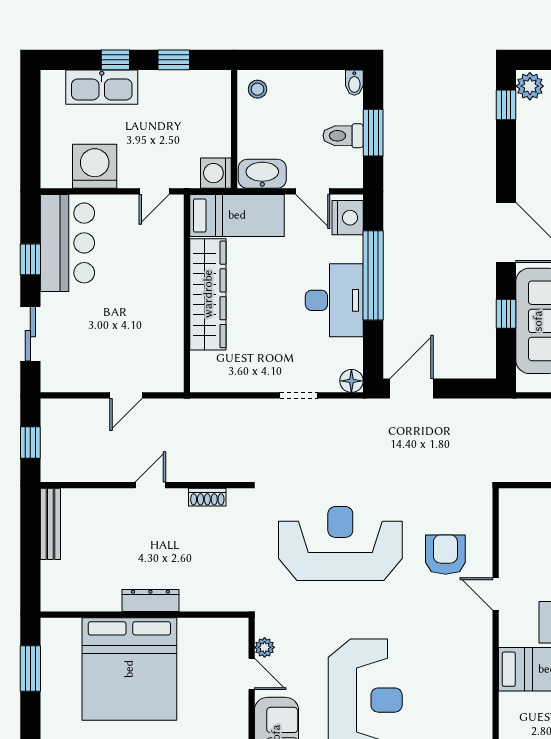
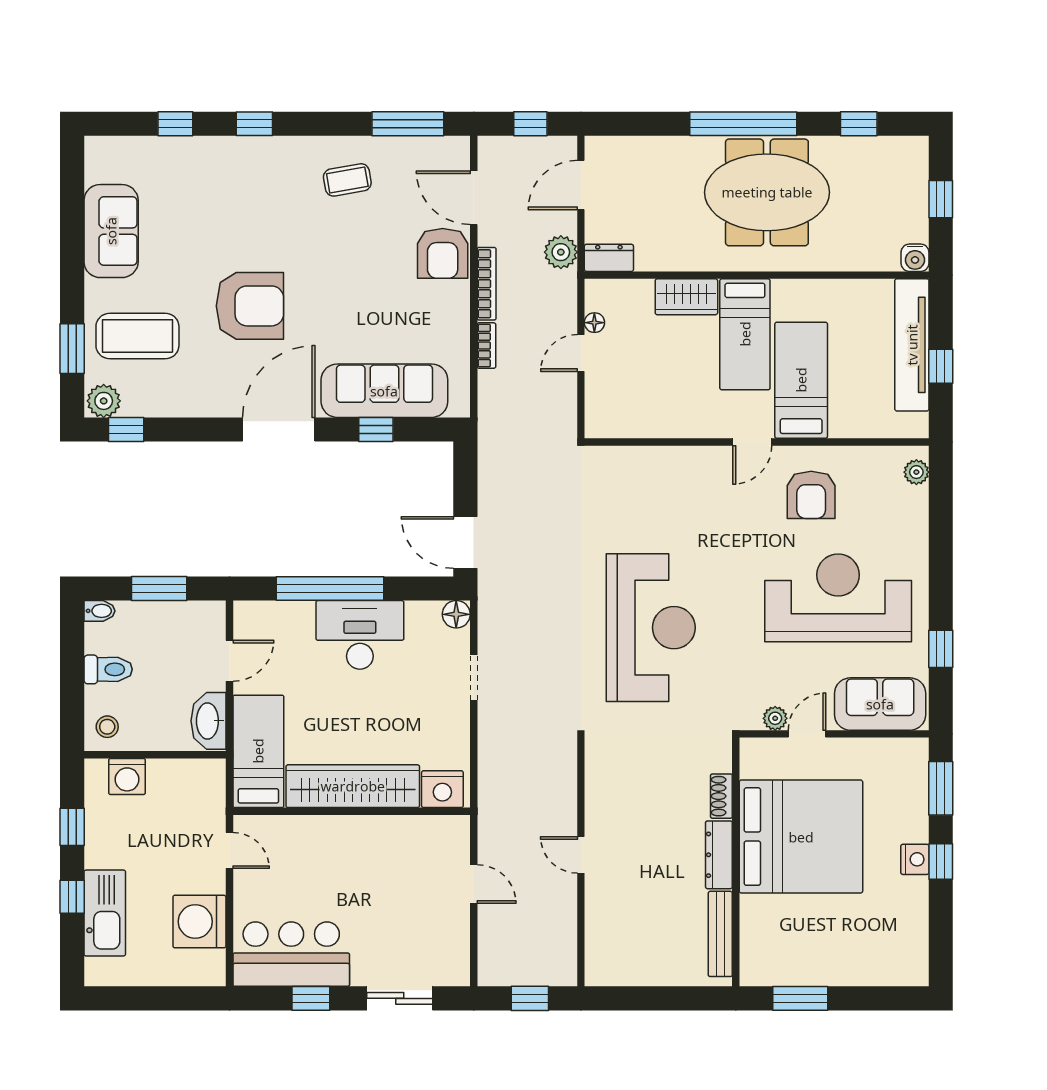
toilet: (343, 136) -> (108, 669), moved, turned -90
washing machine: (216, 173) -> (127, 776), moved
nightstand: (348, 218) -> (442, 789), moved, turned 180
shoe rack: (207, 497) -> (721, 796), moved, turned 180
bench: (50, 524) -> (720, 934), moved, turned 90
reception desk: (340, 544) -> (651, 628), turned 180
armchair: (445, 555) -> (811, 495), moved, turned -90
door: (496, 594) -> (752, 442), moved
bed: (129, 669) -> (801, 837), moved

